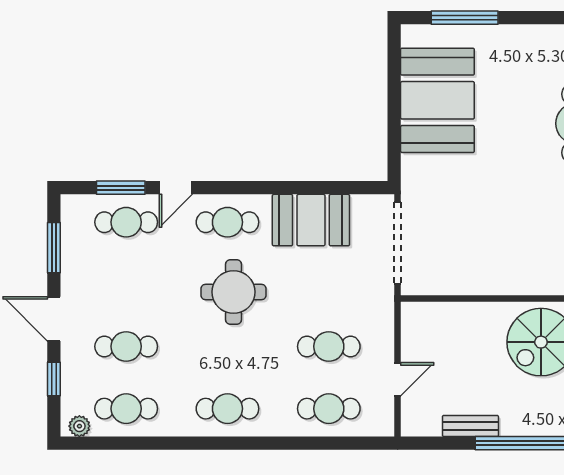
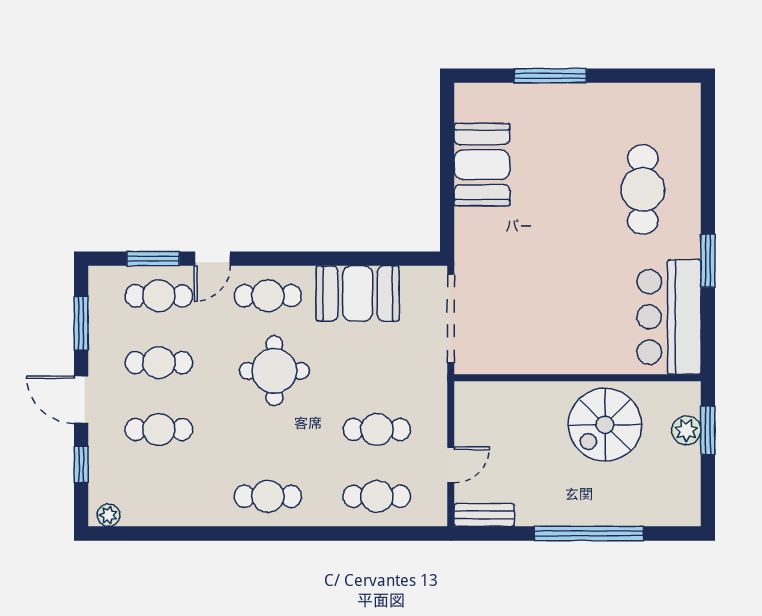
window: (465, 18) -> (550, 76), moved
booth: (437, 100) -> (482, 165), width x0.73, depth x0.70
cafe table: (126, 409) -> (159, 363), moved
bench: (470, 426) -> (484, 515), moved

